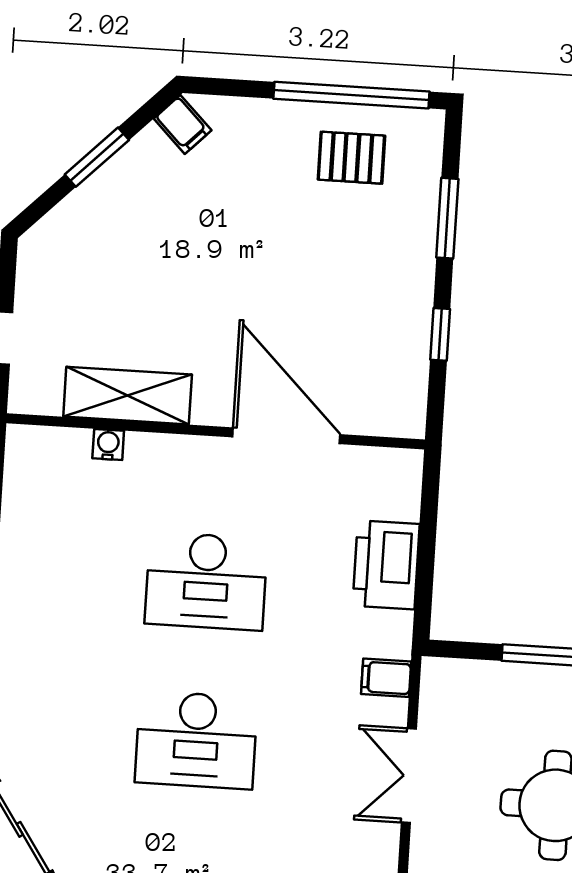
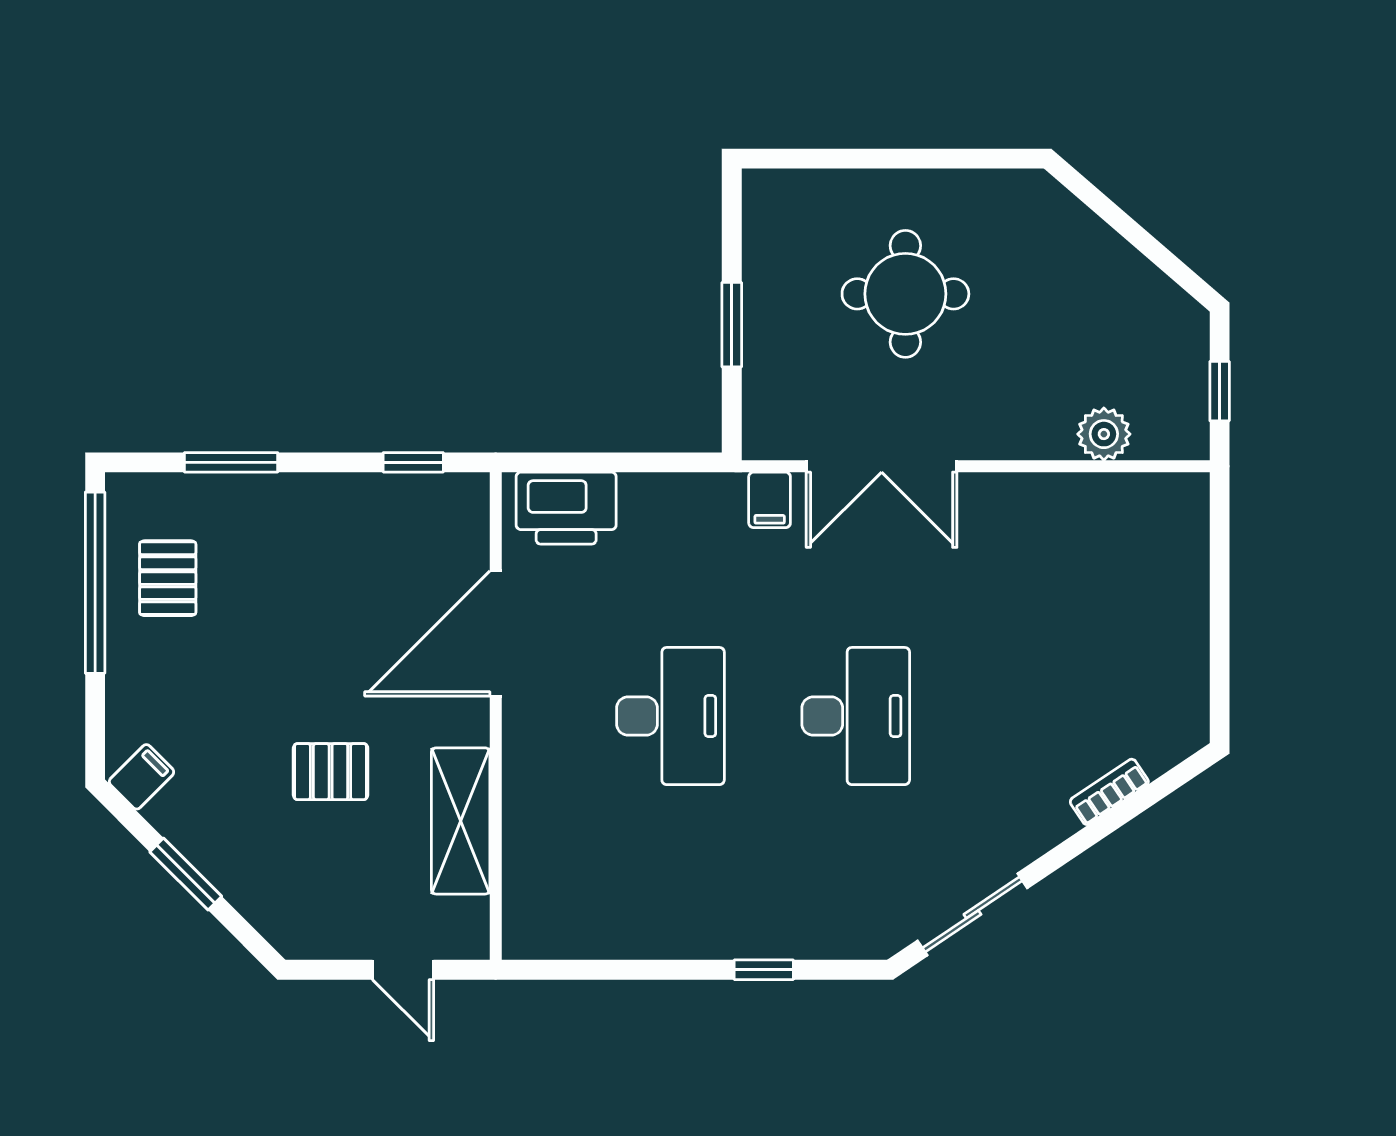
pallet: (177, 287) -> (331, 772), added
window: (440, 334) -> (413, 462), moved
water cooler: (108, 445) -> (519, 840), removed
printer: (386, 565) -> (566, 508), moved
double door: (409, 776) -> (882, 466), width x1.37

